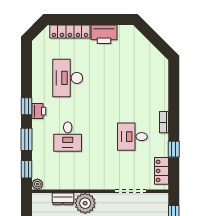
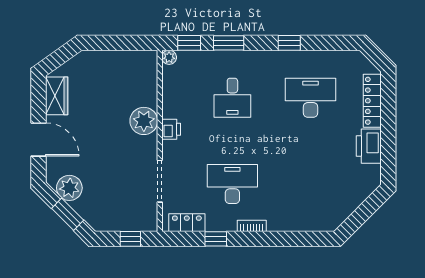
window: (26, 106) -> (289, 43), moved
printer: (39, 111) -> (171, 129), moved, turned -90
desk: (68, 137) -> (232, 98), turned -90
desk: (132, 137) -> (232, 184), width x1.37
dresser: (63, 199) -> (150, 91), removed

